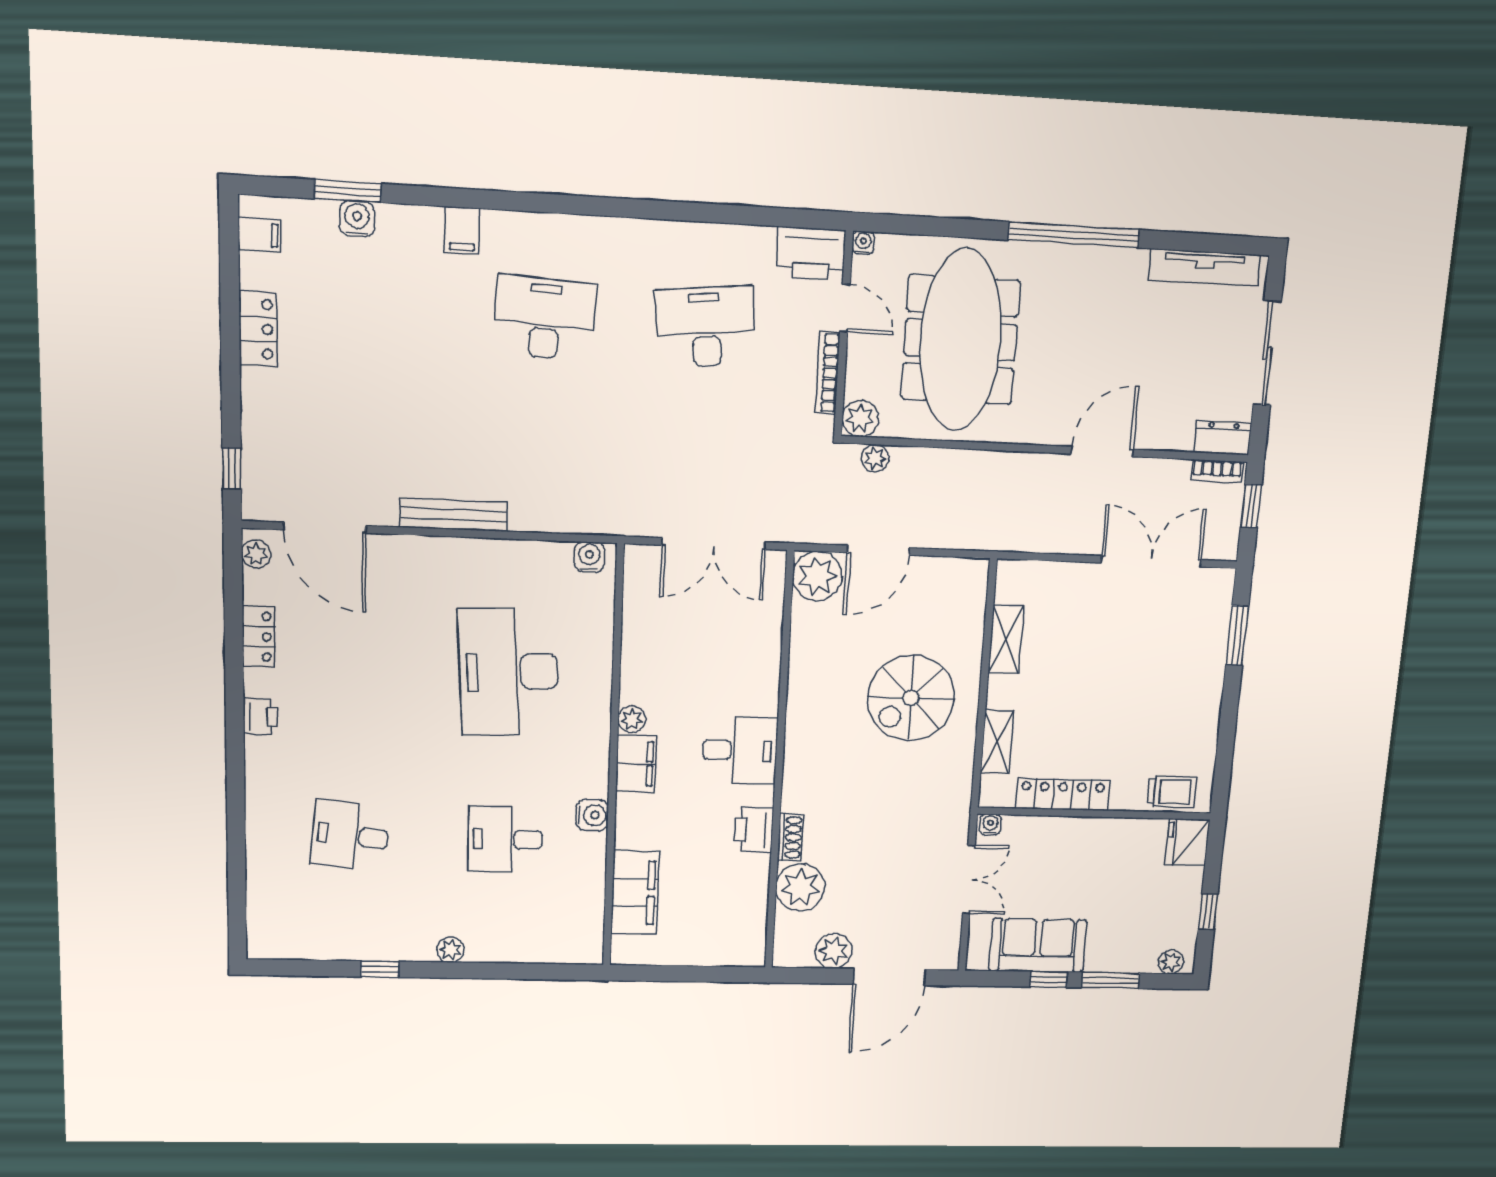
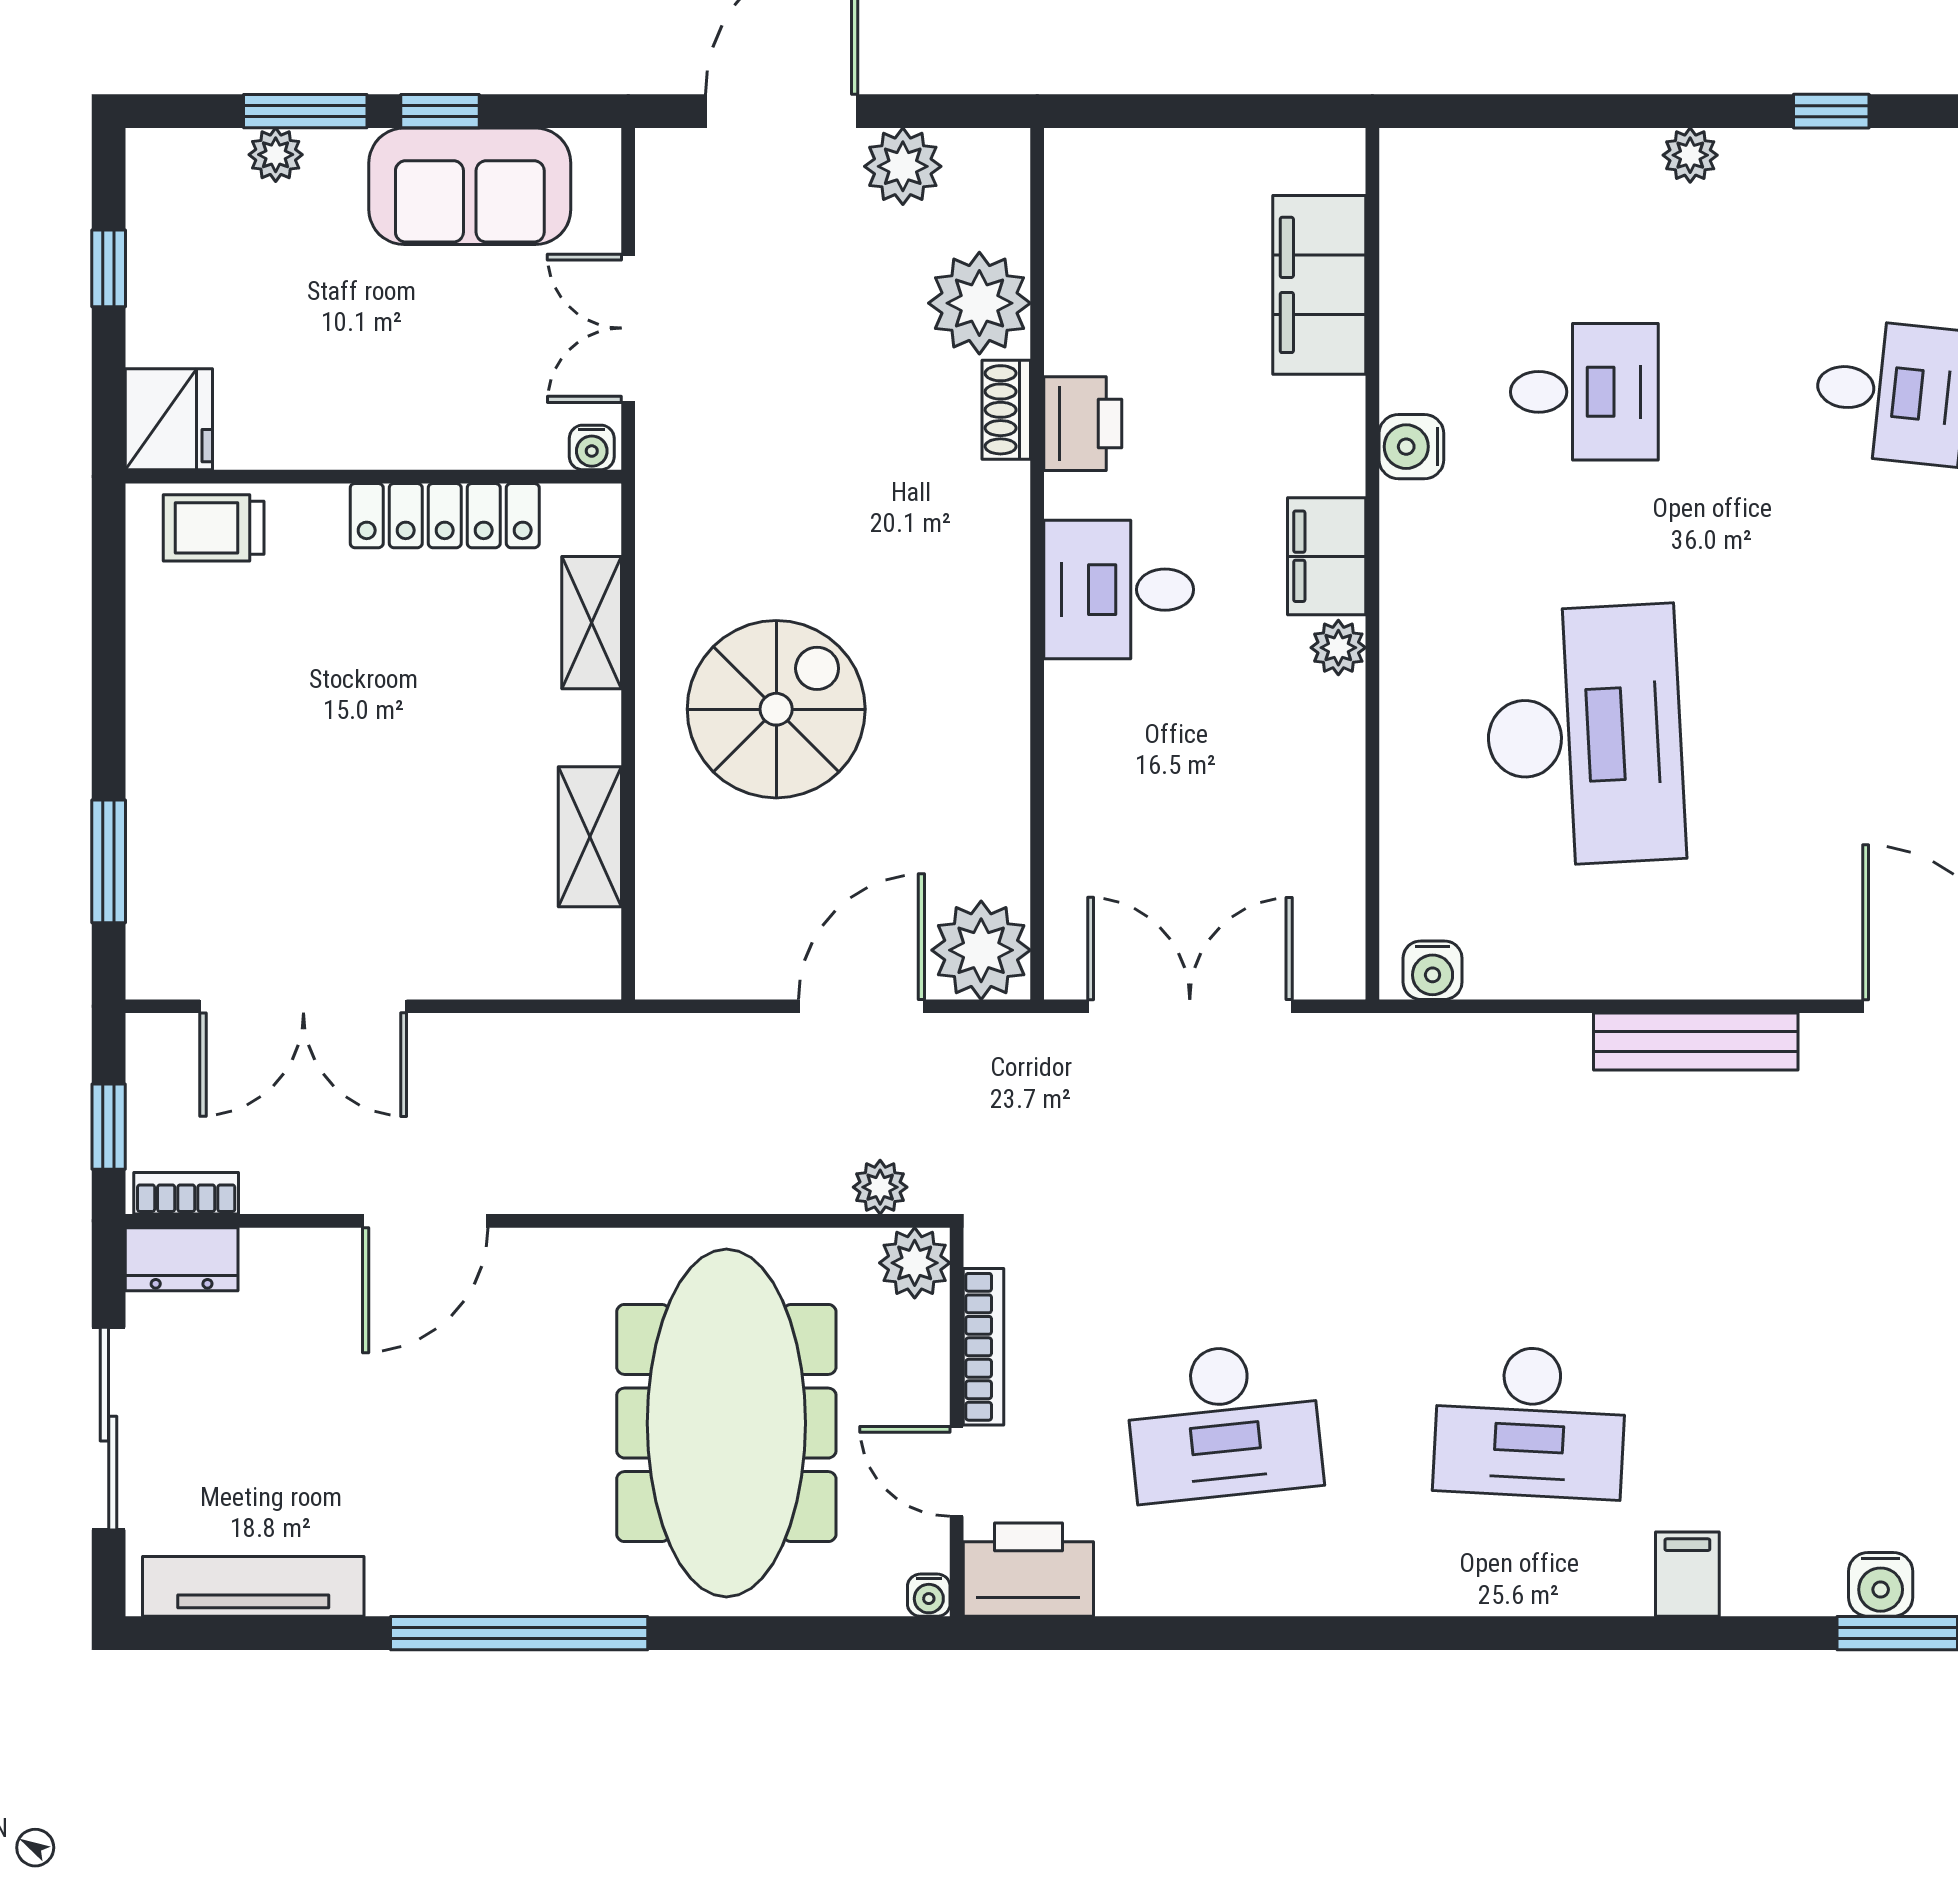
plant: (1171, 962) -> (276, 155), moved

